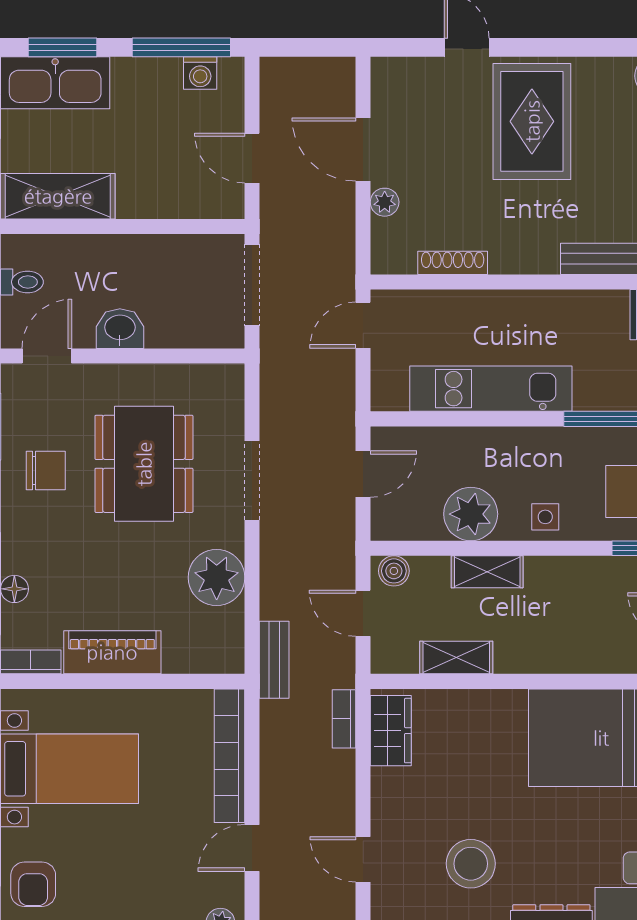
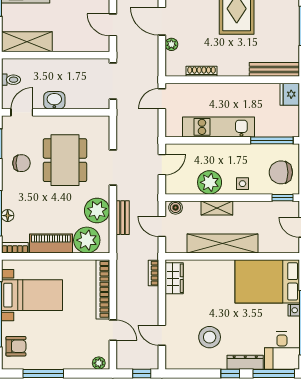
plant: (193, 644) -> (87, 240), added
shelving: (456, 658) -> (222, 244), width x2.20, depth x1.33
bench: (274, 660) -> (123, 218), moved
door: (252, 848) -> (113, 330), swing flipped
armchair: (33, 884) -> (16, 346), turned -90

